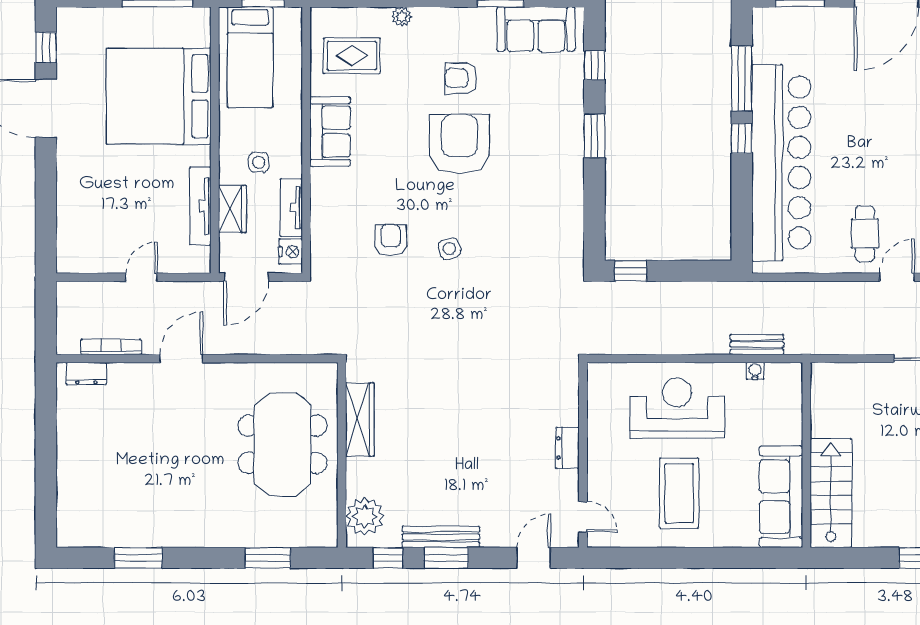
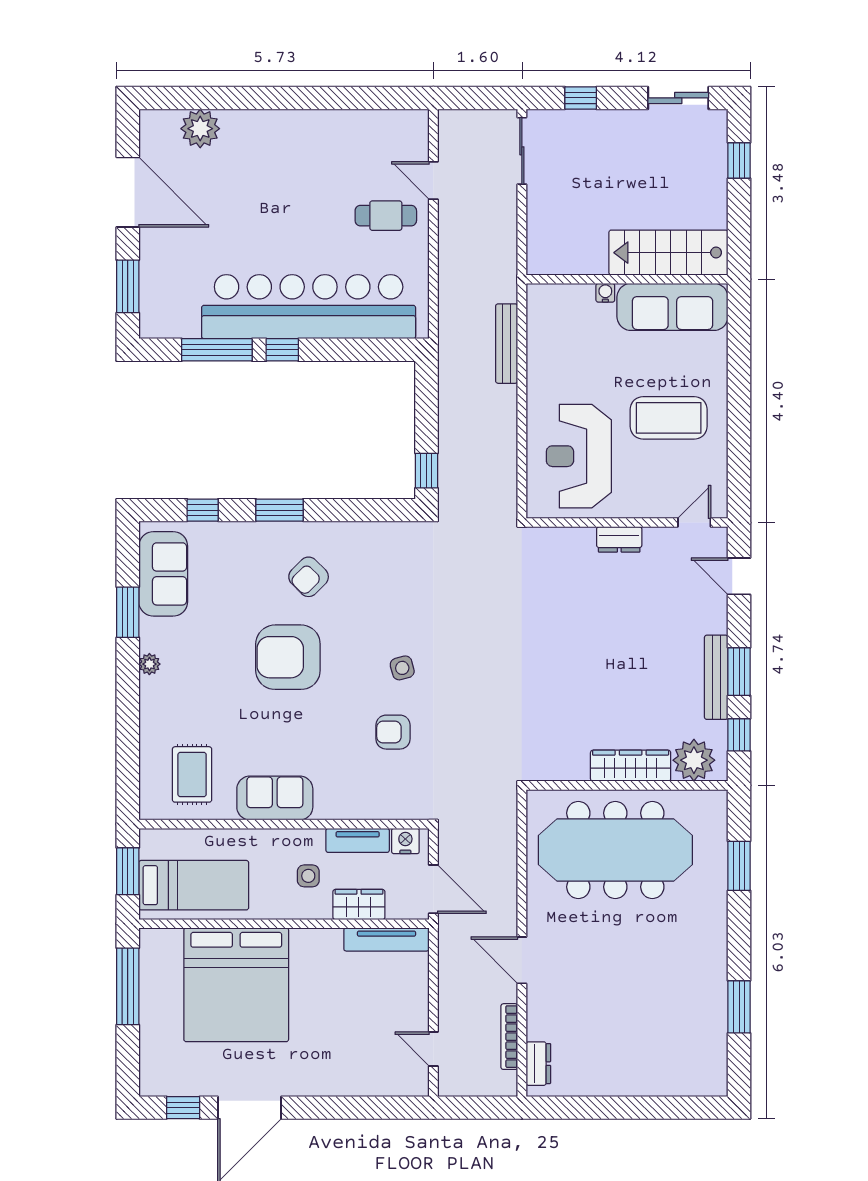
plant: (402, 17) -> (149, 664), moved
armchair: (461, 78) -> (309, 577), moved, turned 46
tv unit: (200, 206) -> (386, 939), moved
door: (142, 277) -> (433, 1049), moved
bench: (757, 344) -> (507, 344), width x1.36
water cooler: (755, 371) -> (605, 293), moved, turned 90
reception desk: (677, 408) -> (579, 456), moved
wardrobe: (360, 420) -> (631, 766), moved
meeting table: (282, 444) -> (615, 850), width x1.36

